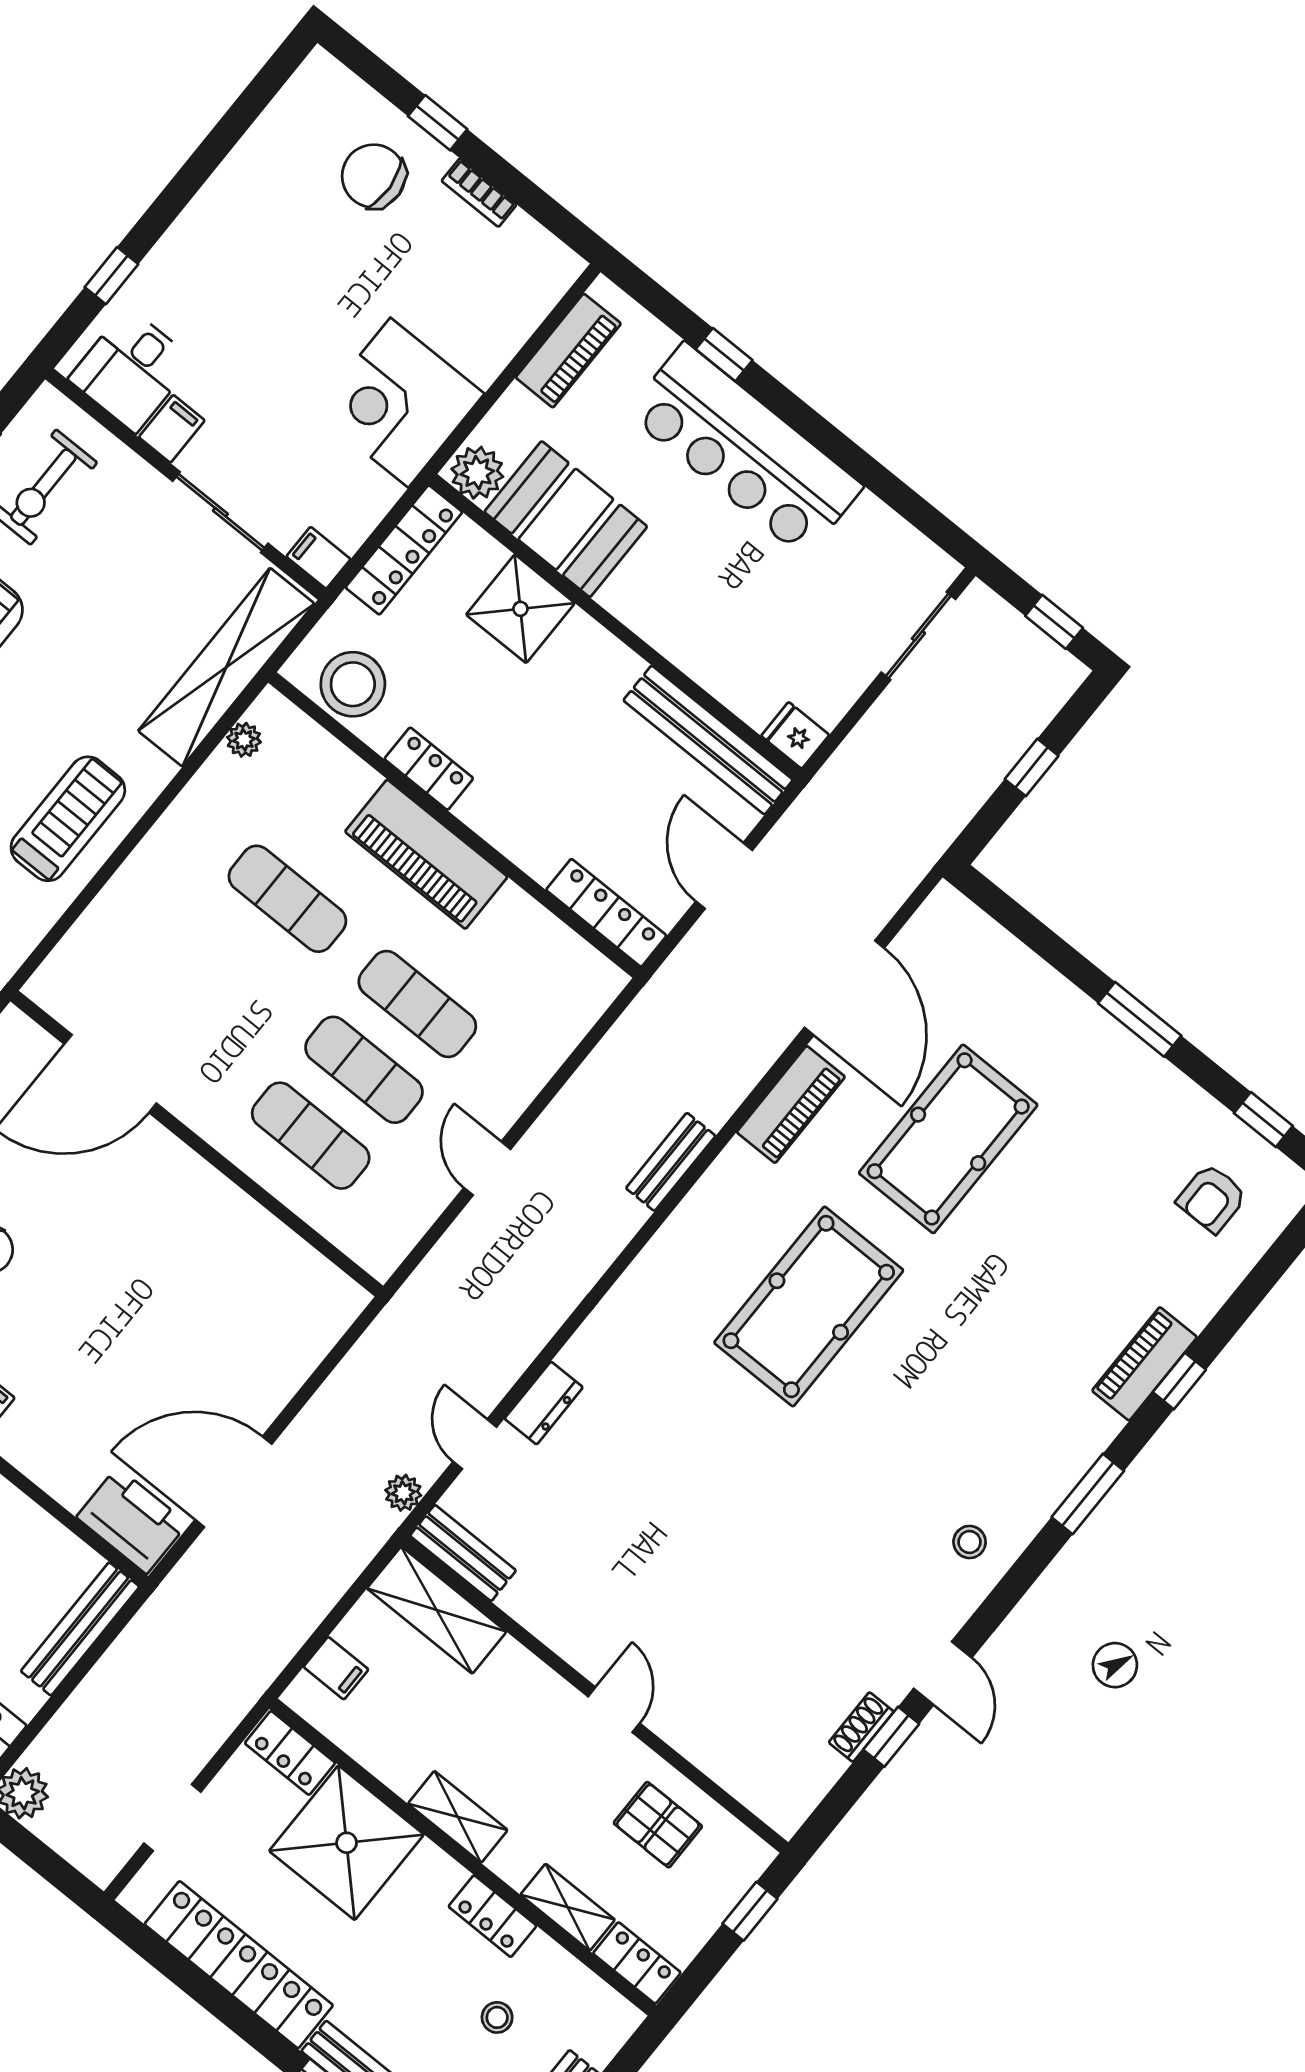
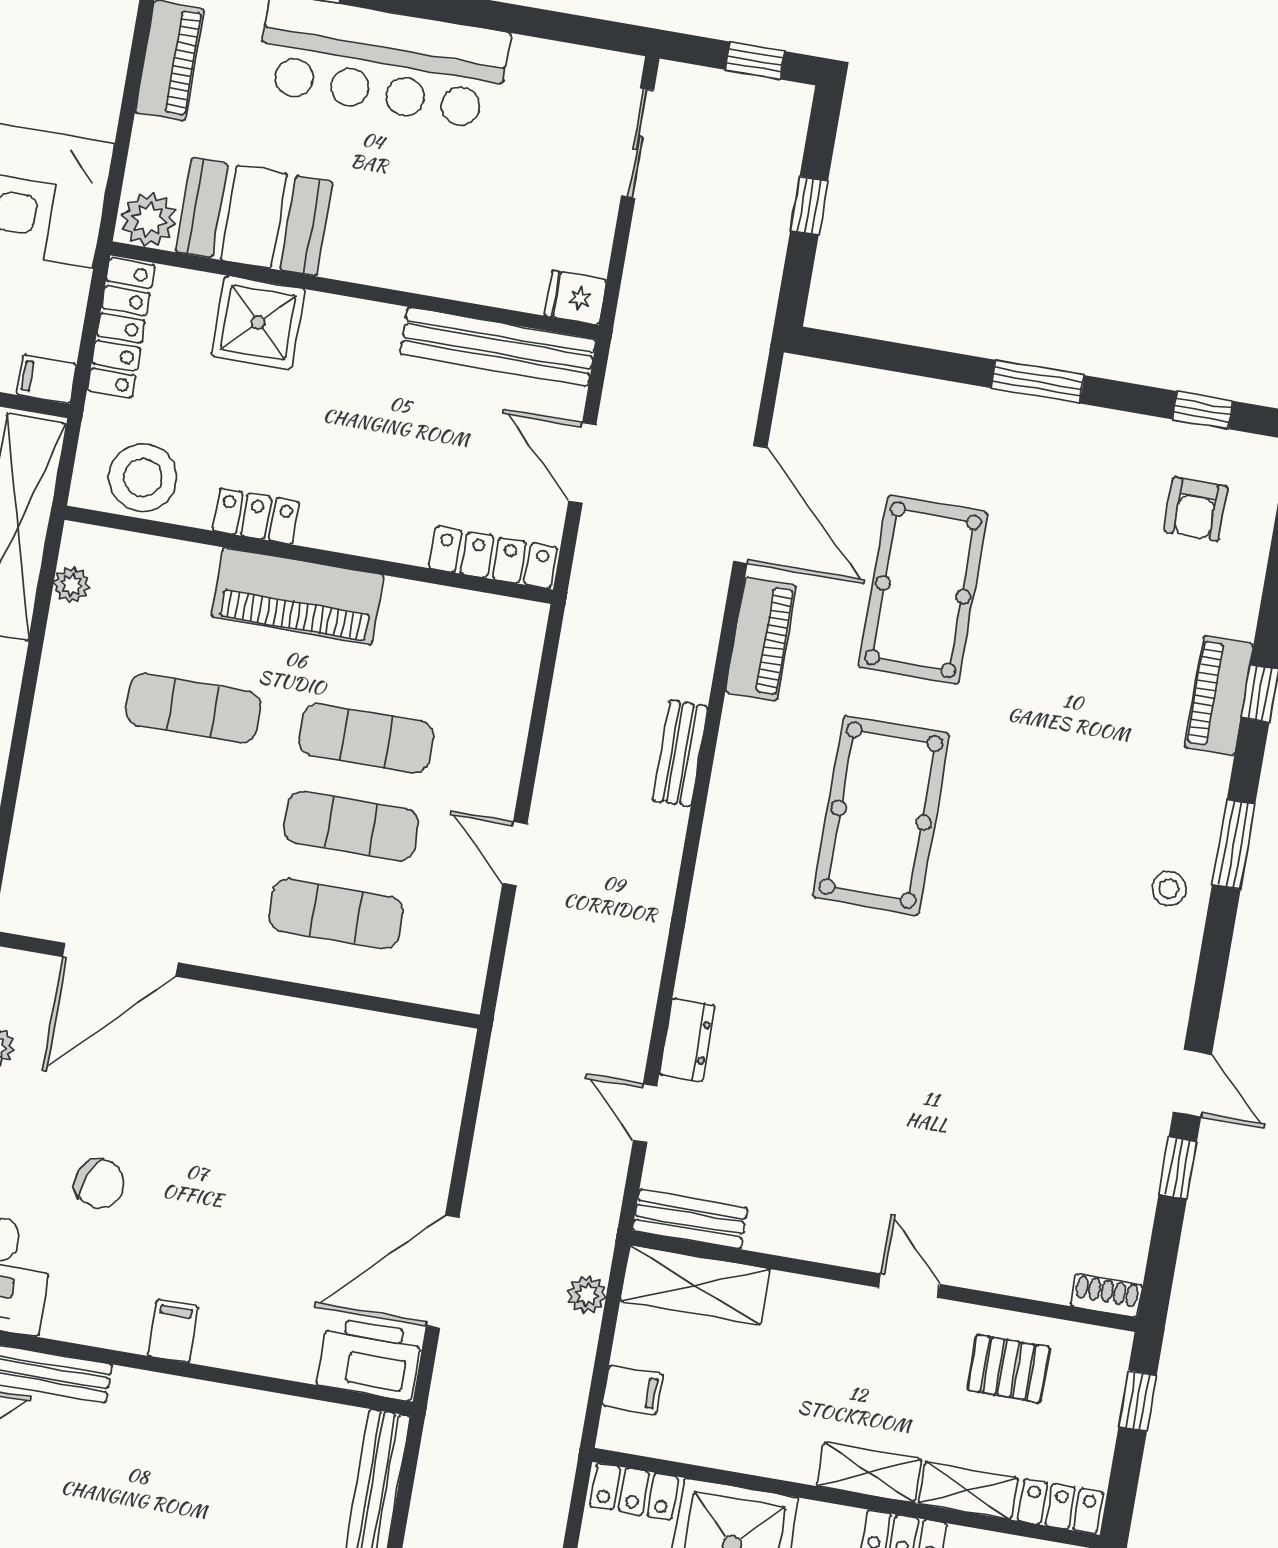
plant: (403, 1493) -> (587, 1295), moved
stool: (970, 1542) -> (1169, 888), moved
shoe rack: (861, 1727) -> (1106, 1296), moved, turned 90
shelving: (458, 1817) -> (869, 1472), moved

